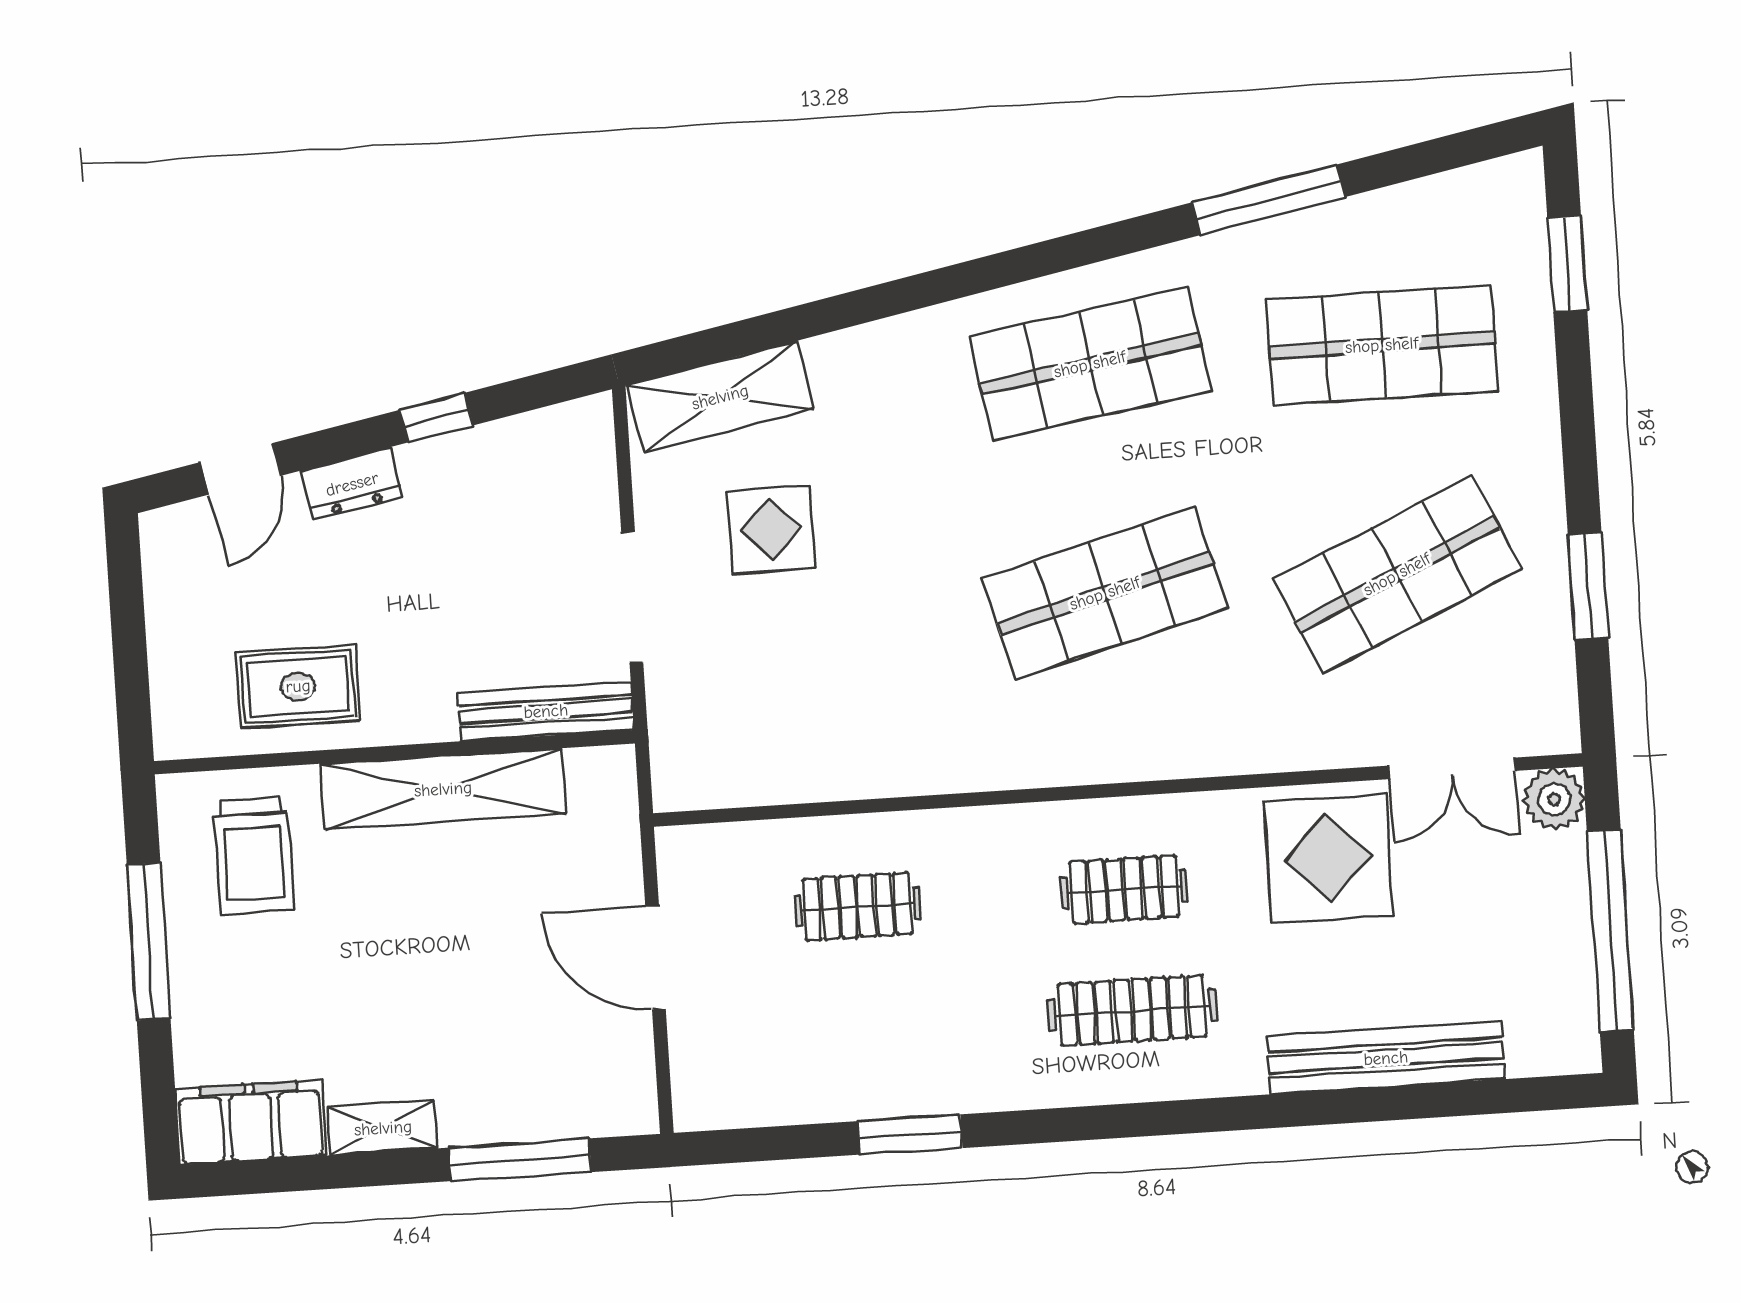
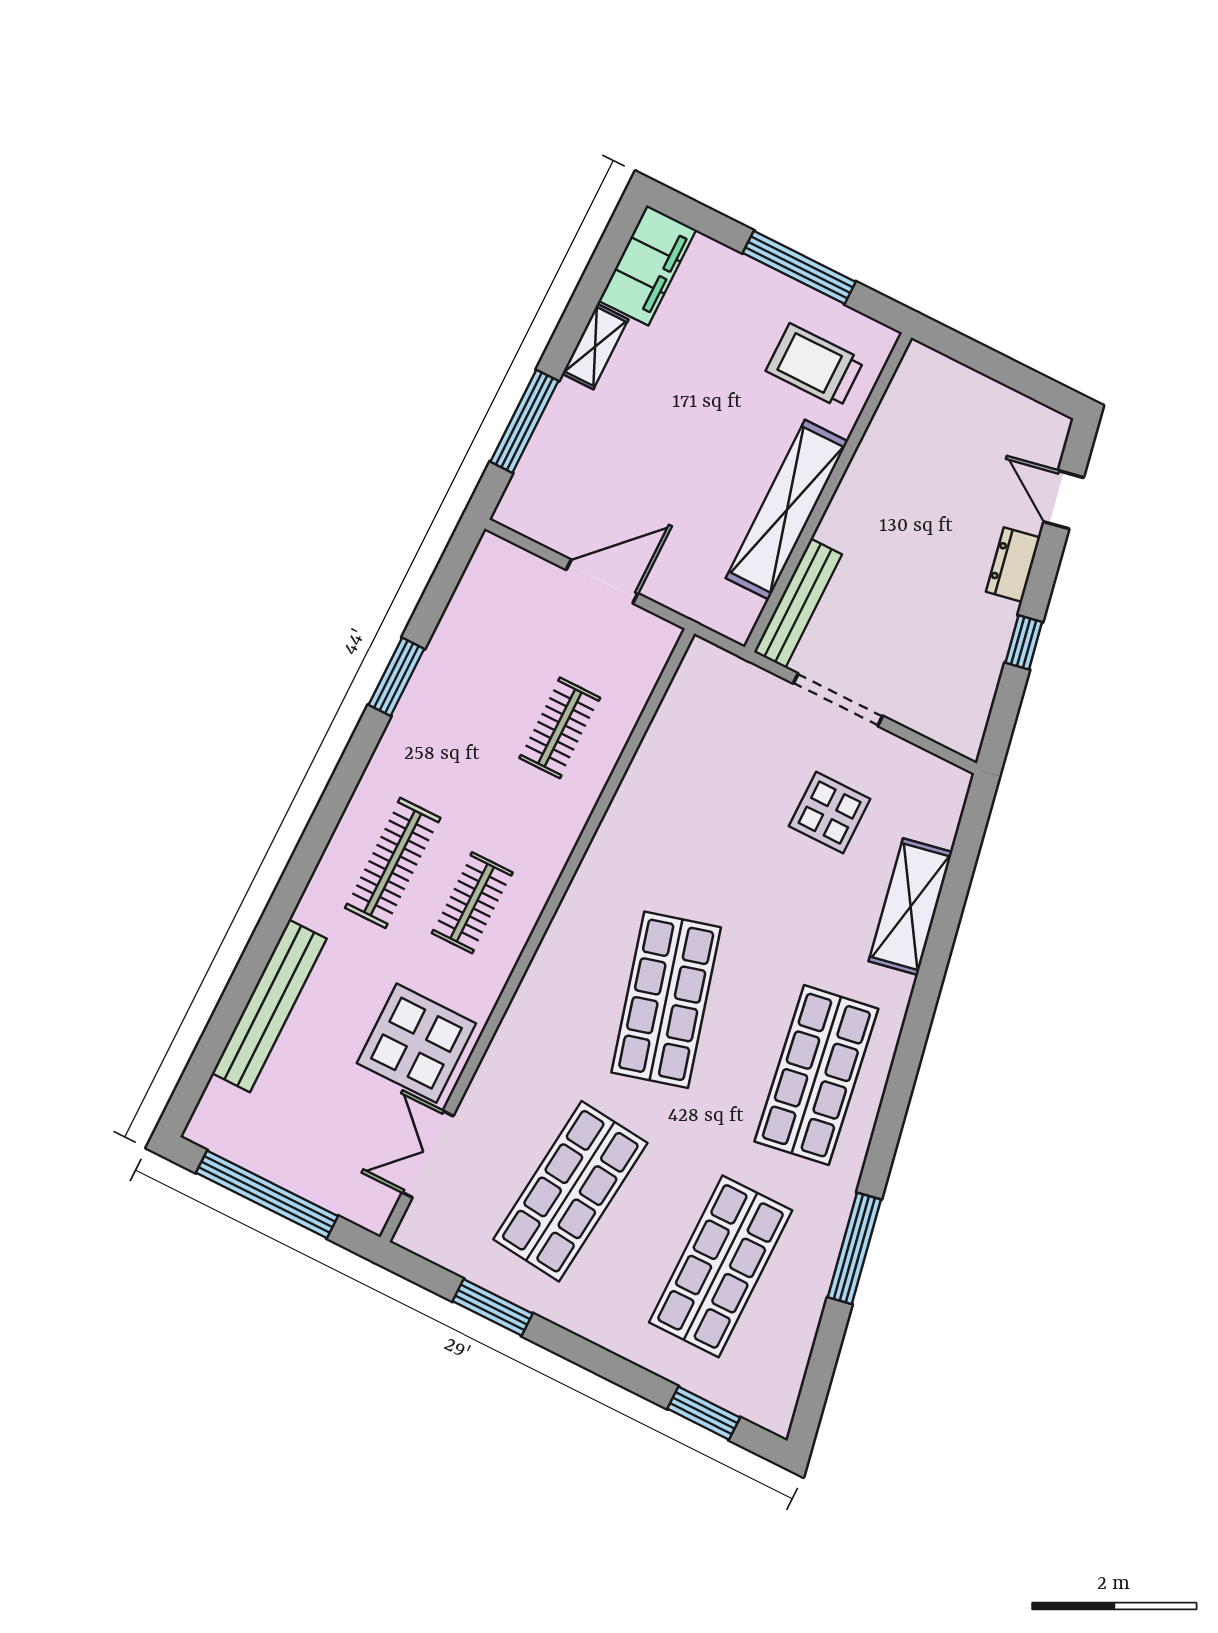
shelving: (720, 397) -> (910, 907), moved
shop shelf: (1397, 574) -> (570, 1191), turned 30
rug: (298, 686) -> (905, 456), removed
plant: (1554, 799) -> (370, 1207), removed

